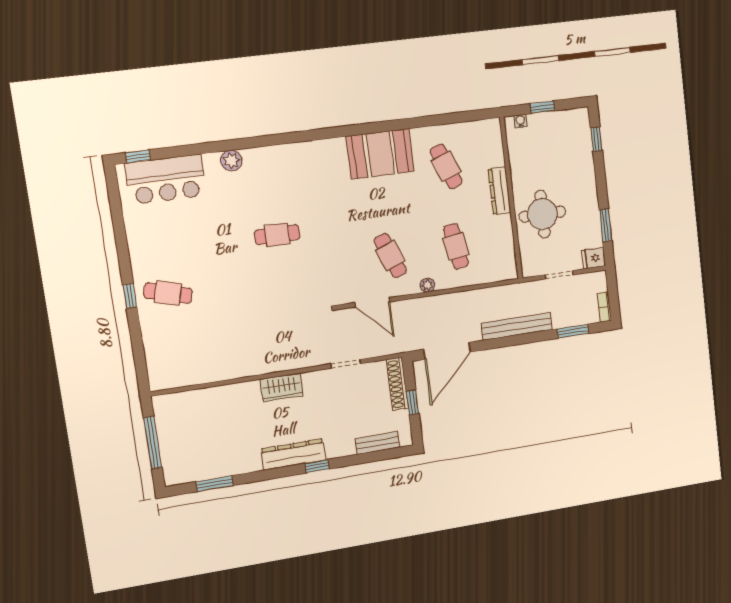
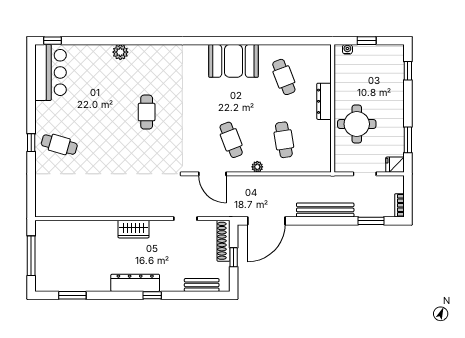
bar counter: (166, 179) -> (51, 72), moved, turned -90
cafe table: (277, 235) -> (147, 112), turned 90

